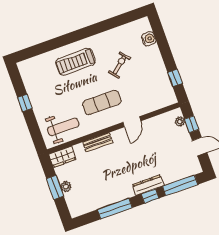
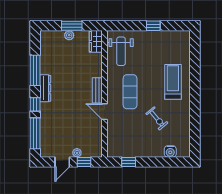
plant: (180, 121) -> (77, 153), moved
bench: (98, 142) -> (97, 90), moved
dresser: (148, 185) -> (45, 88), moved

